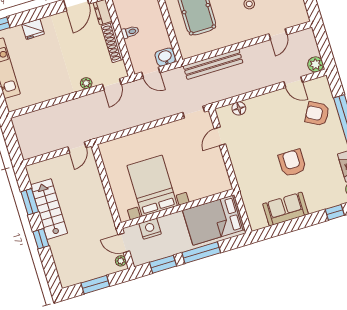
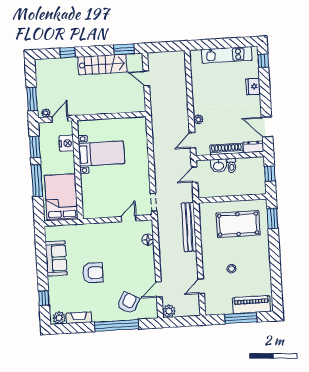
door: (278, 34) -> (201, 286), hinge flipped
washbasin: (165, 57) -> (219, 166), moved, turned 90
door: (112, 84) -> (192, 140), hinge flipped
door: (220, 136) -> (129, 219), hinge flipped
door: (77, 147) -> (146, 78), moved
bed with nightstands: (152, 186) -> (101, 153), width x0.73
window: (30, 202) -> (124, 49), moved
window: (41, 239) -> (67, 53), moved
window: (95, 285) -> (32, 99), moved

